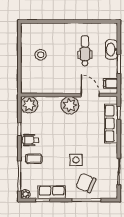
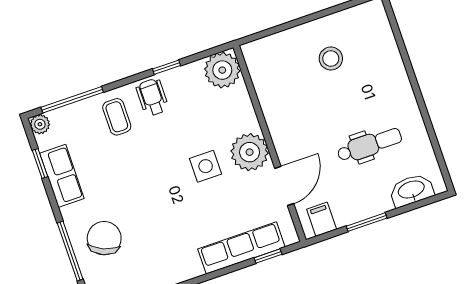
washbasin: (111, 50) -> (411, 190), moved
side table: (76, 160) -> (206, 166), moved

